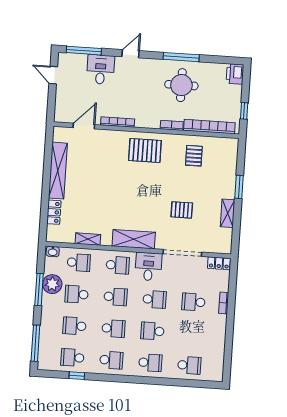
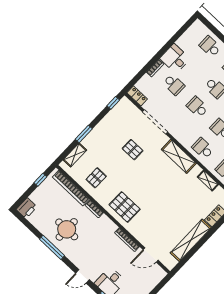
shelving: (228, 213) -> (75, 155), moved
window: (236, 238) -> (113, 103), added
desk: (148, 267) -> (175, 59), moved, turned 90

